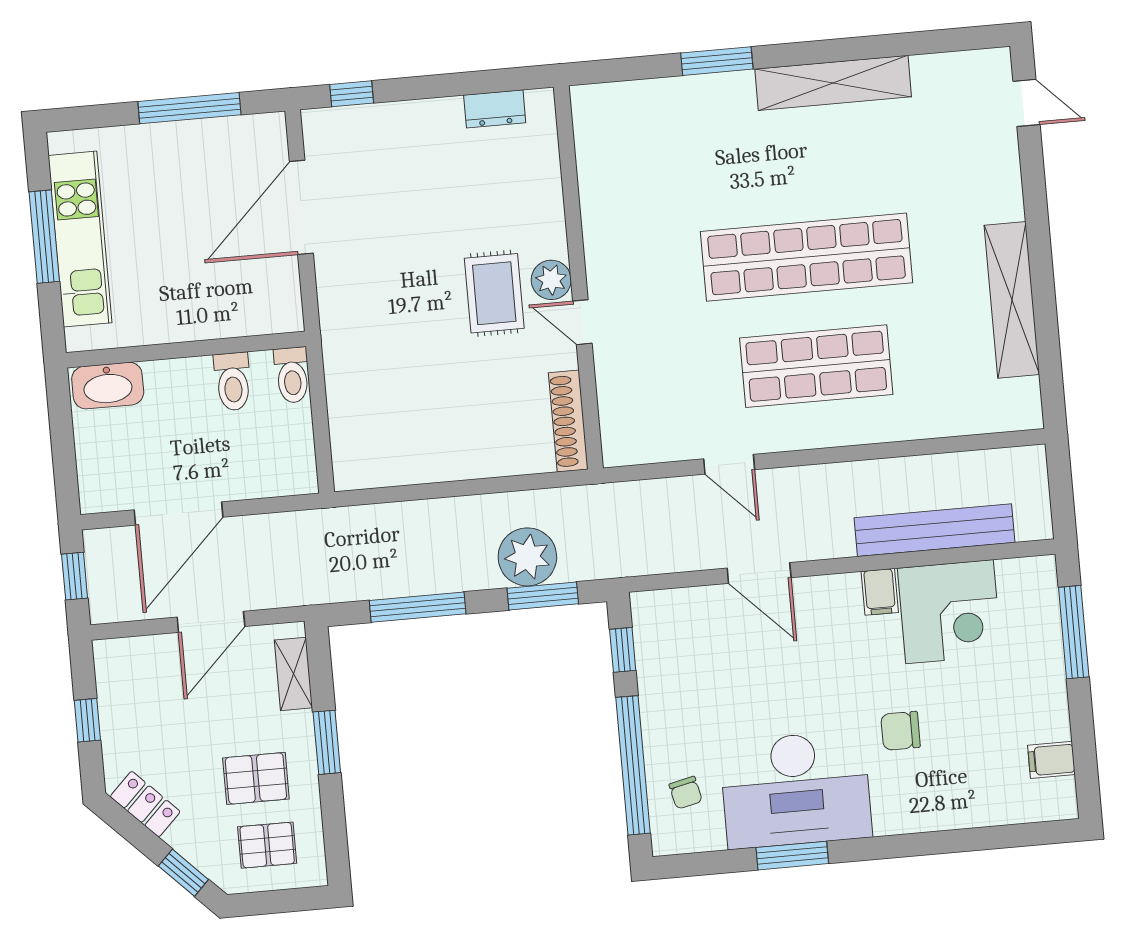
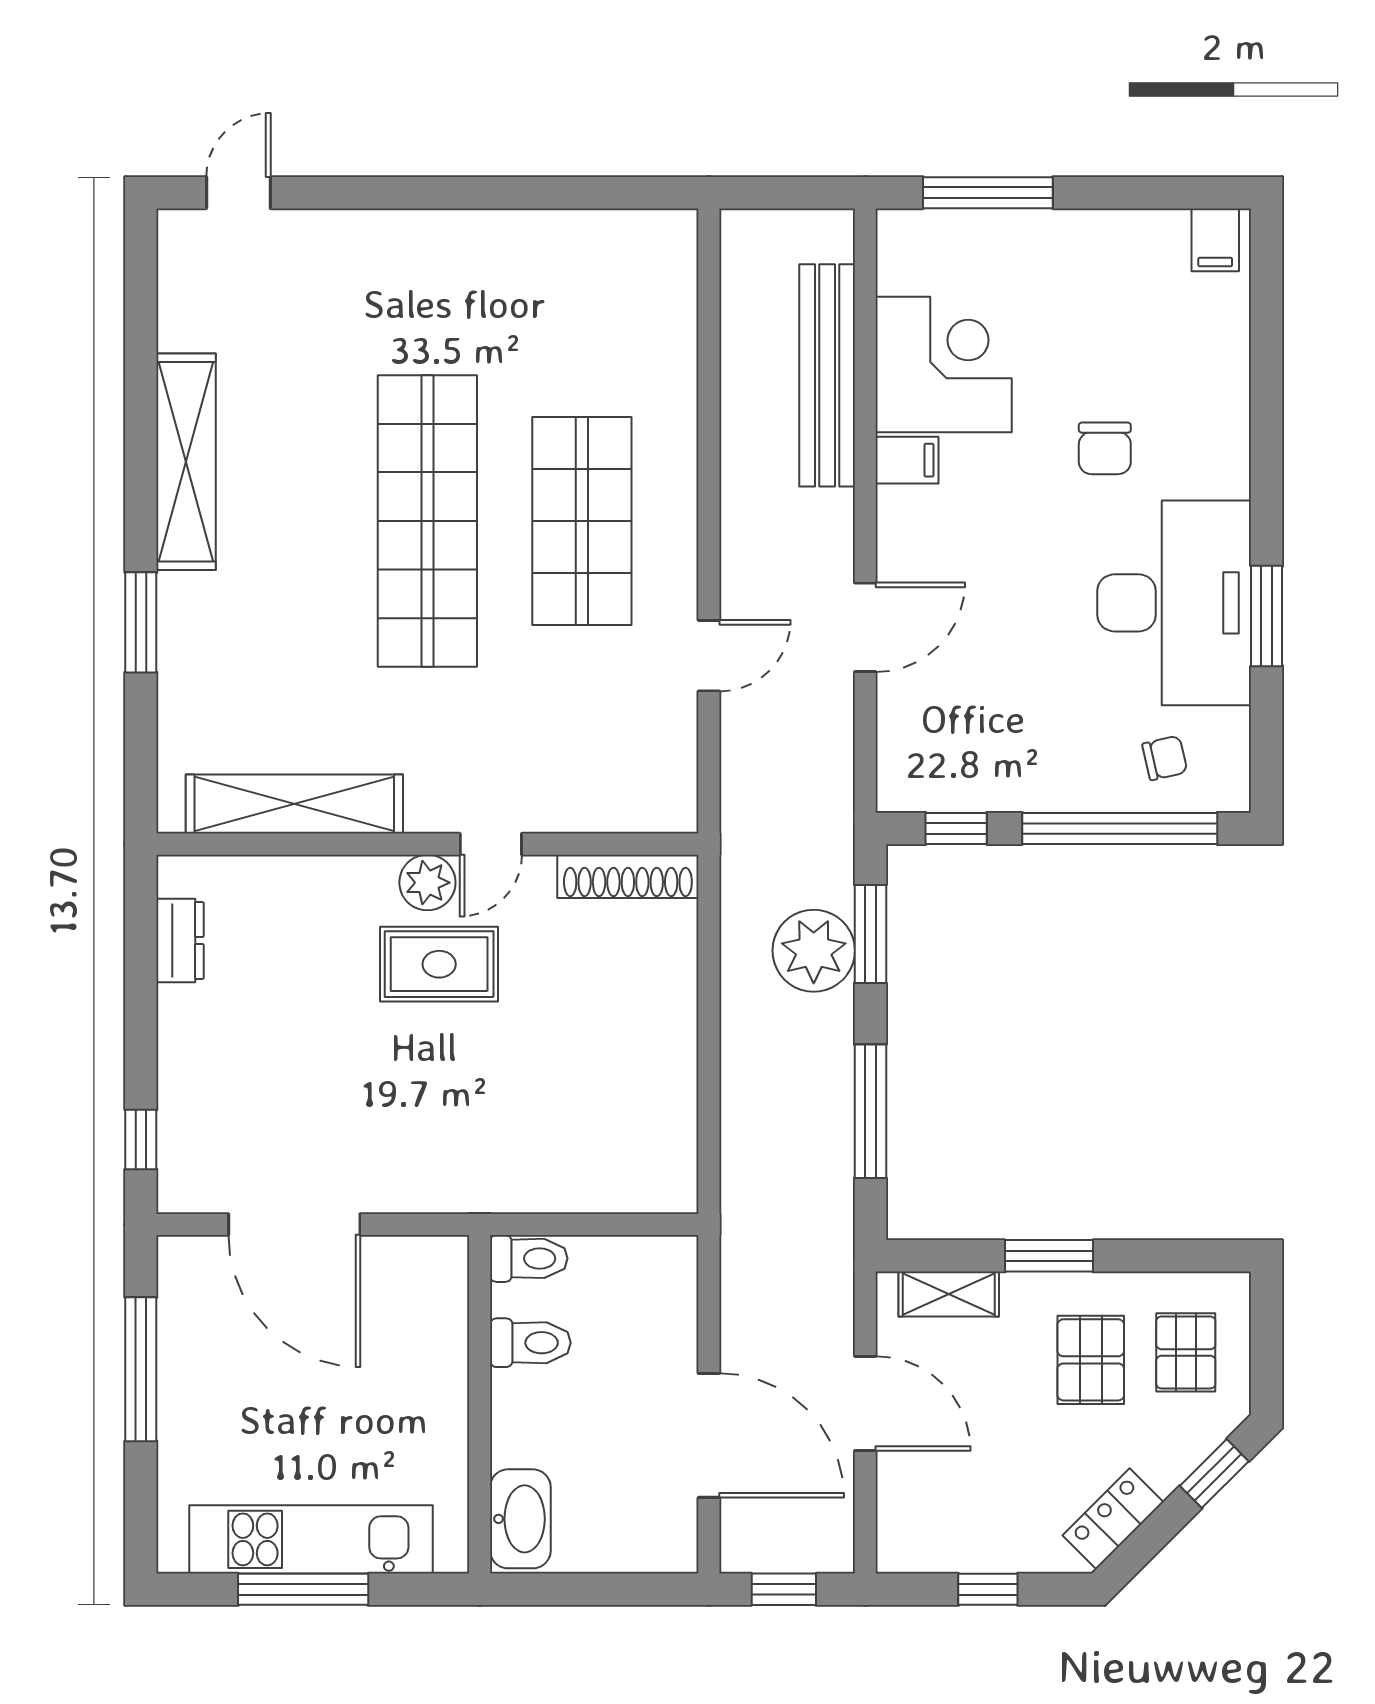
shelving: (1012, 300) -> (294, 804), moved
filing cabinet: (1051, 760) -> (1215, 240), moved

